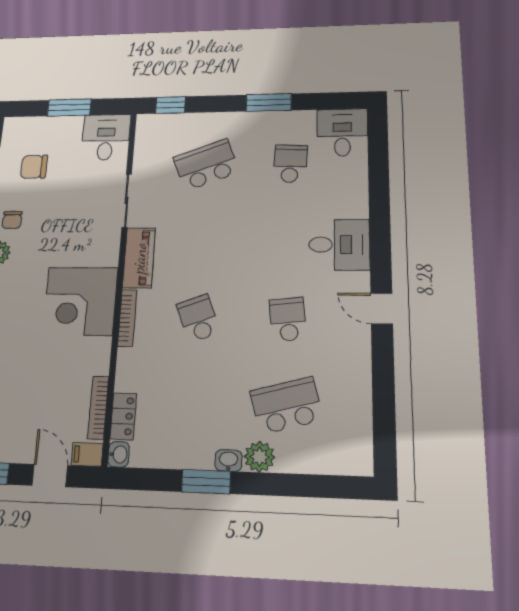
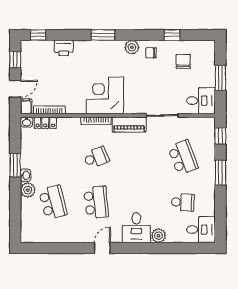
window: (269, 103) -> (220, 173), moved
plant: (355, 205) -> (159, 236), added
school desk: (288, 319) -> (96, 202), width x1.85

